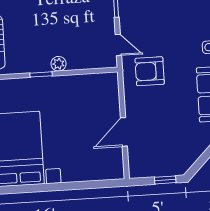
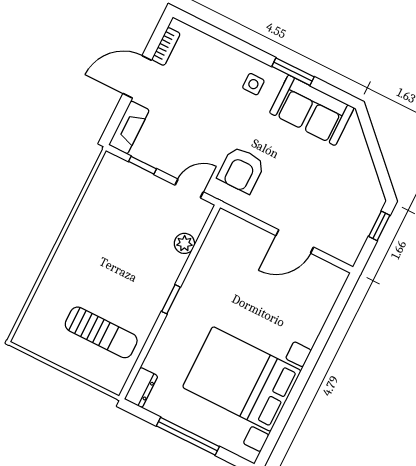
plant: (59, 64) -> (184, 243), moved
door: (124, 132) -> (295, 241), hinge flipped

